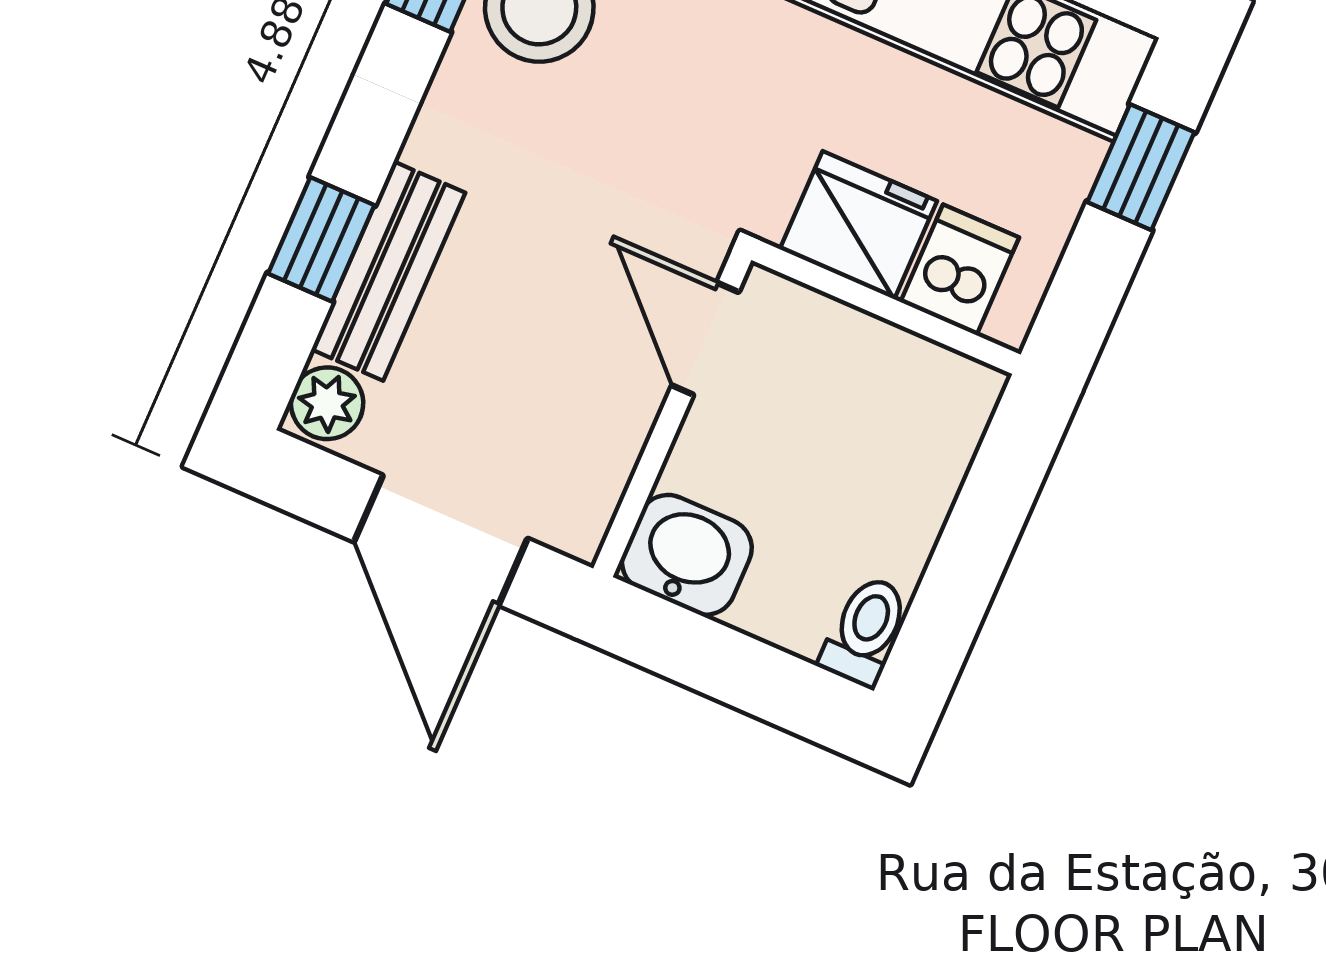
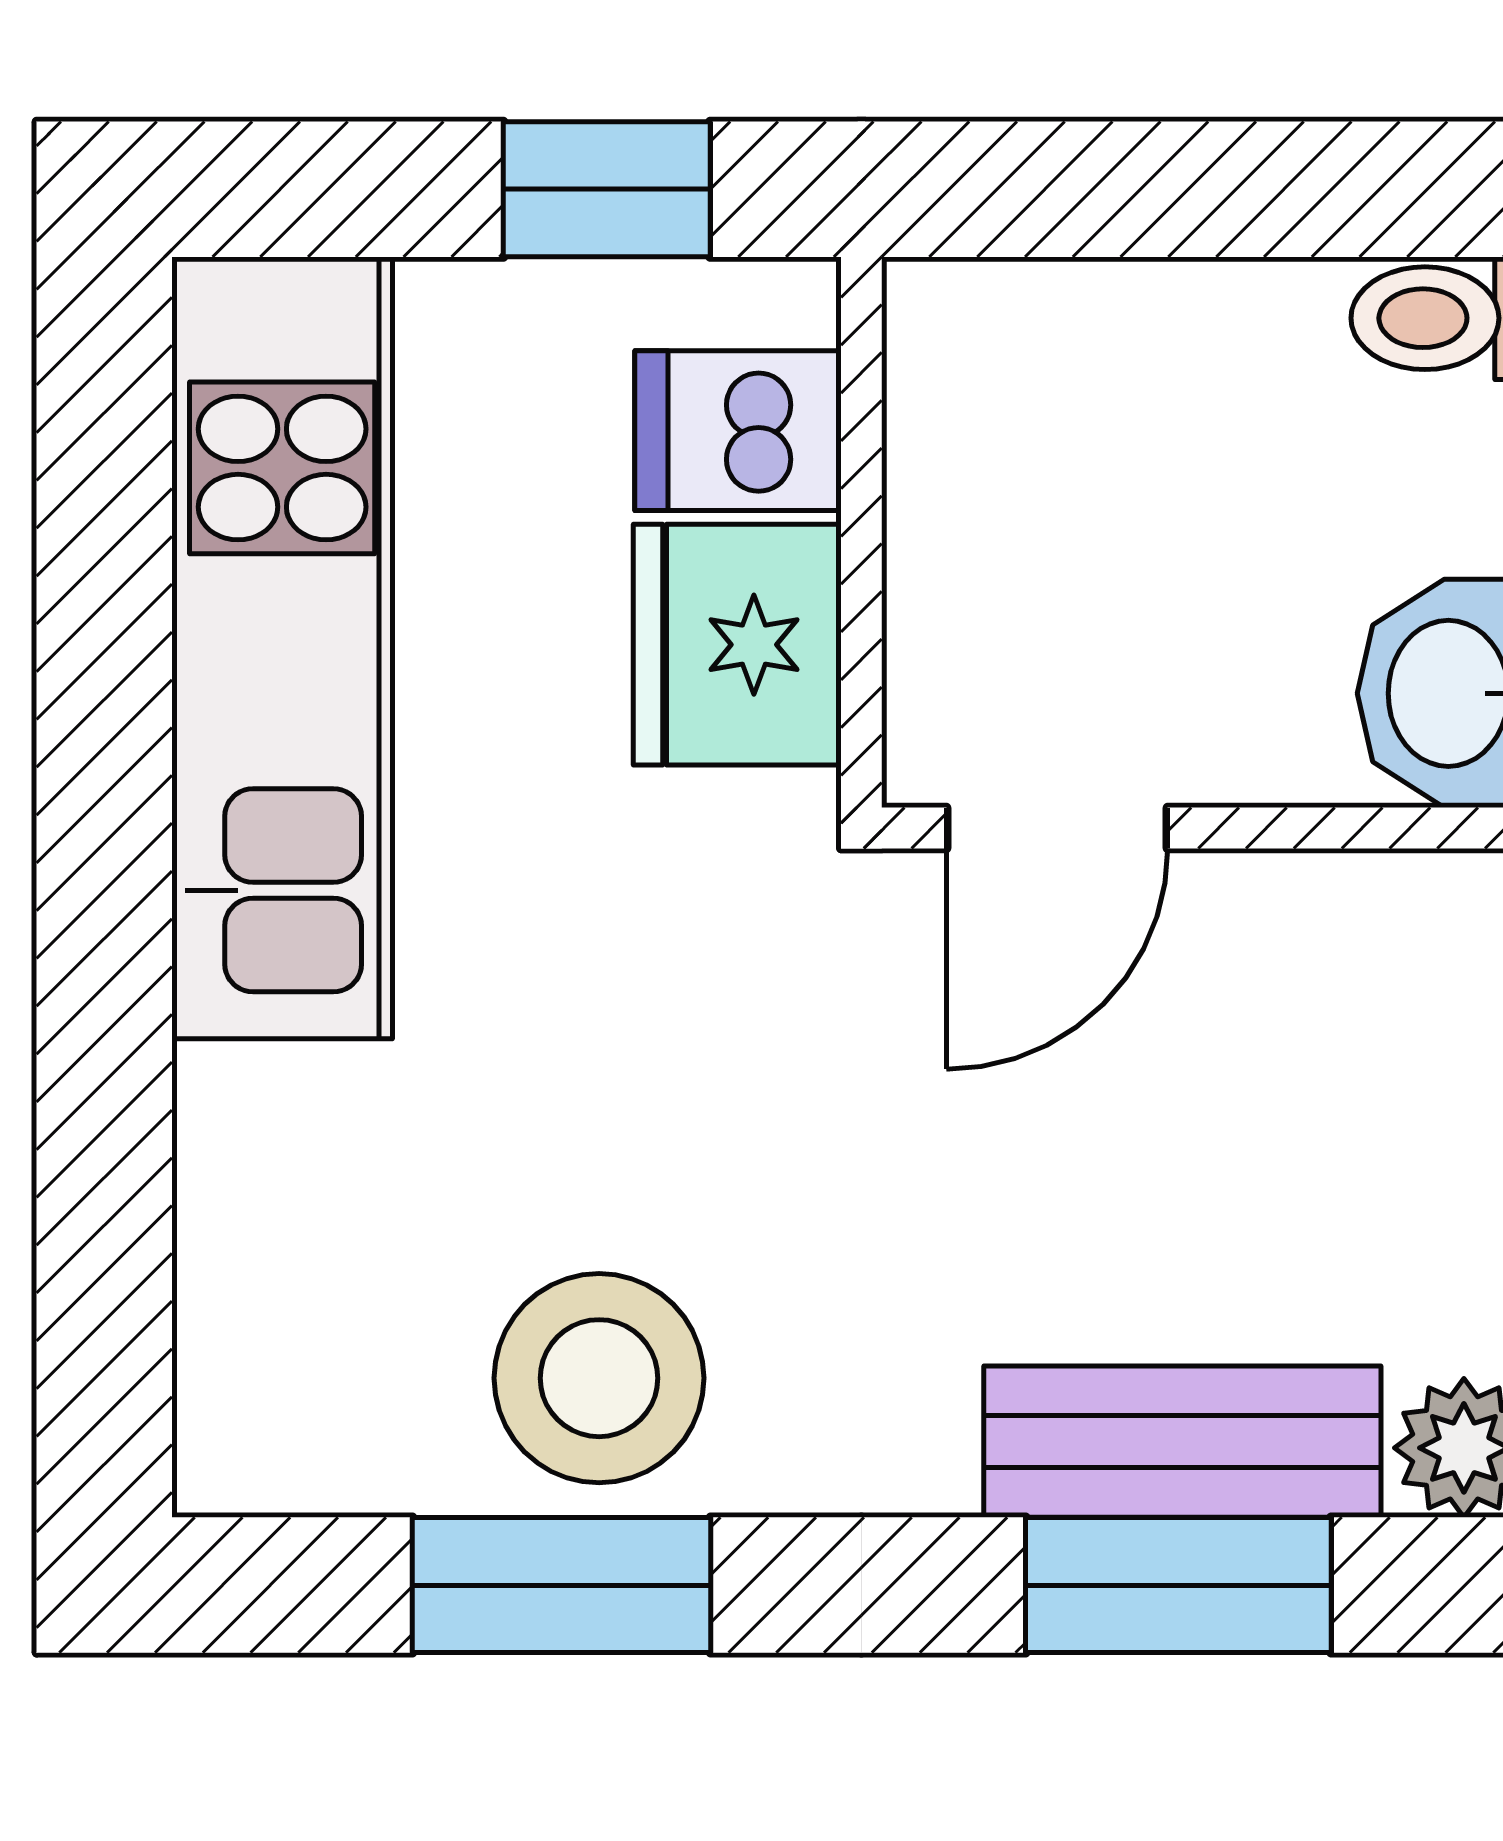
window: (1141, 167) -> (607, 189), moved
window: (321, 239) -> (1178, 1585), width x1.50

